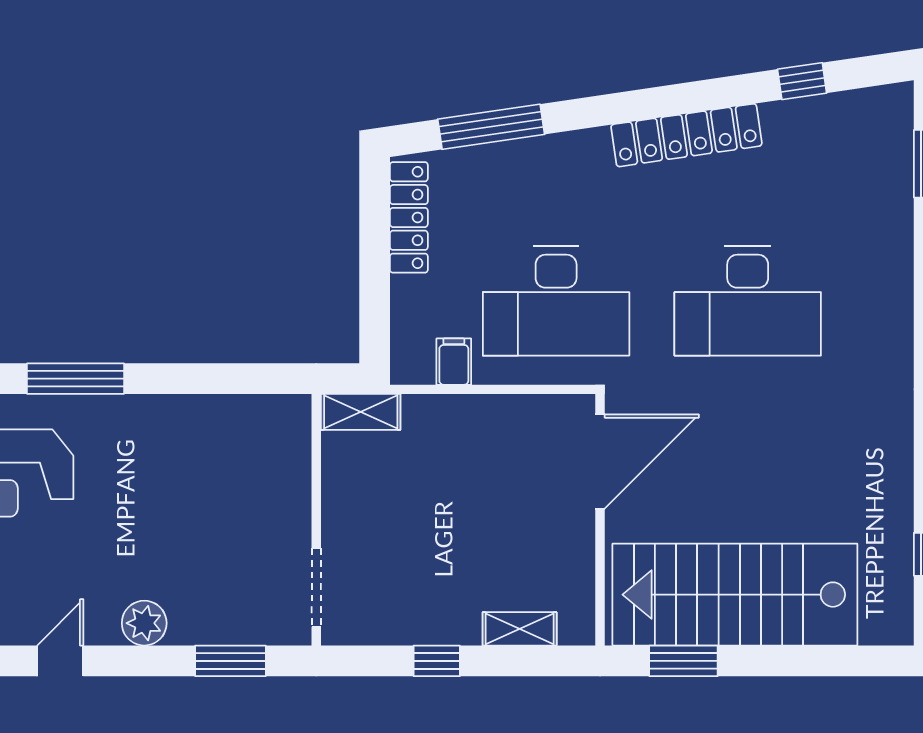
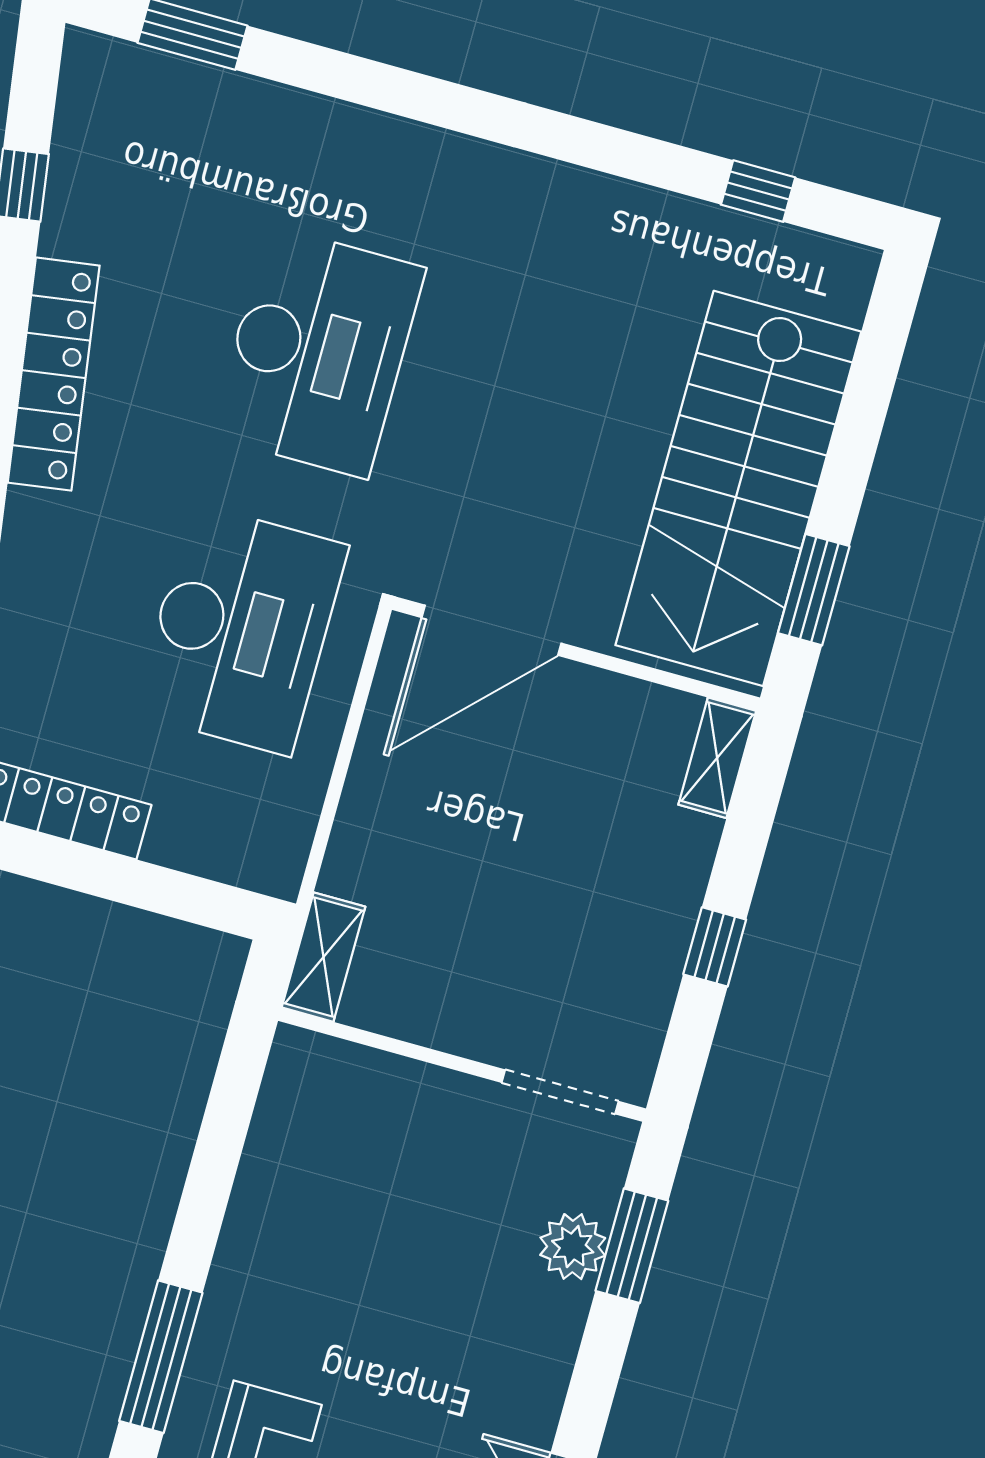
filing cabinet: (454, 362) -> (288, 802), removed
door: (600, 461) -> (491, 630), swing flipped
plant: (144, 623) -> (573, 1247), moved
shelving: (520, 629) -> (717, 758), moved

